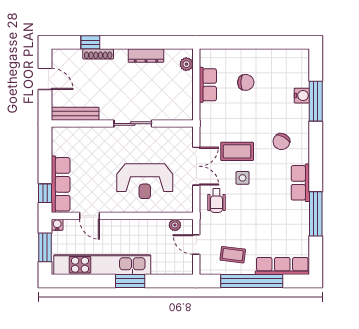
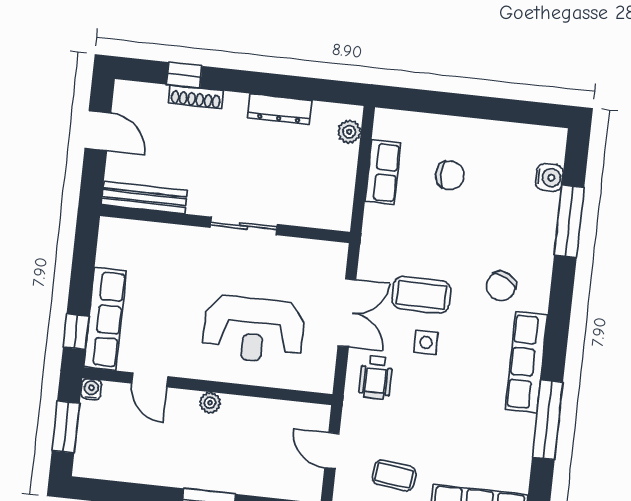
water cooler: (302, 96) -> (549, 177), moved
row of seats: (300, 183) -> (526, 362), width x1.48
plant: (175, 225) -> (210, 403), moved
kitchen unit: (102, 265) -> (163, 468), removed

